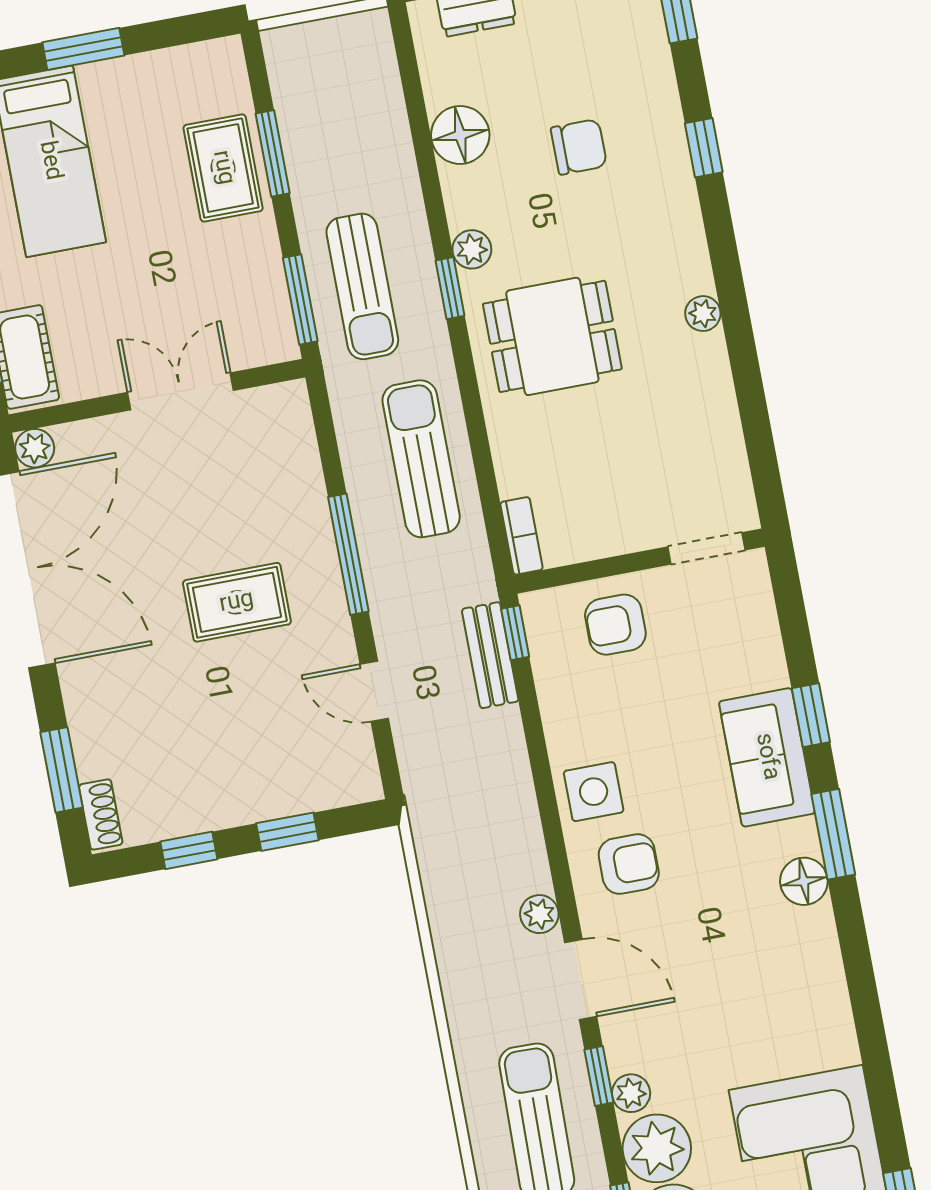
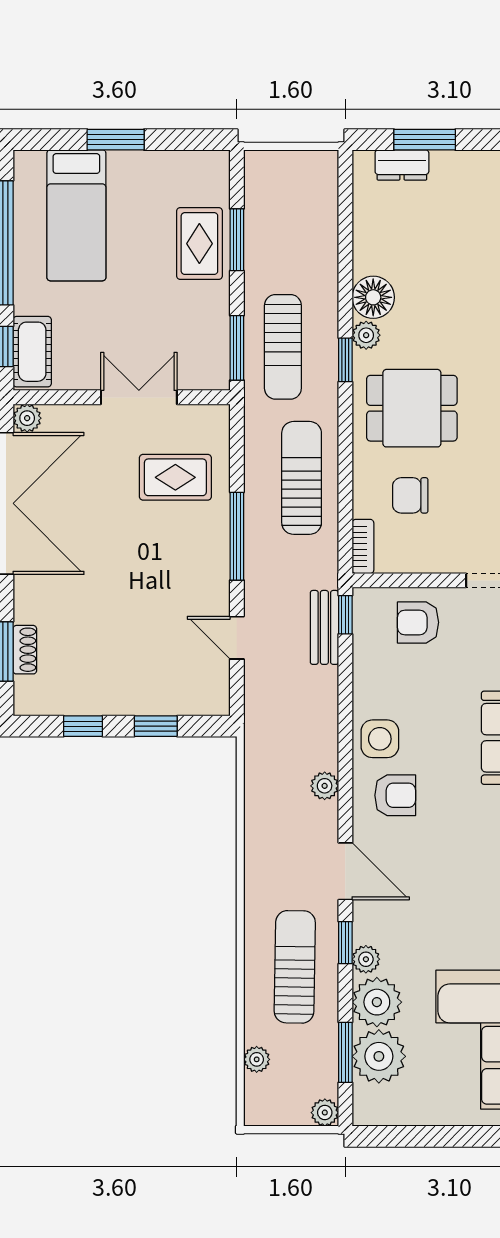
floor lamp: (460, 135) -> (373, 297), moved
chair: (579, 147) -> (410, 495), moved, turned 180
rug: (237, 602) -> (175, 477), moved
shoe rack: (101, 814) -> (25, 650), moved
plant: (539, 914) -> (325, 786), moved

